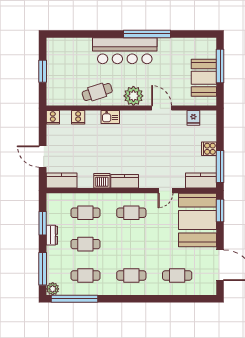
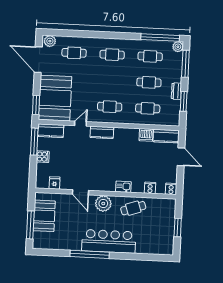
dishwasher: (102, 181) -> (146, 135), moved
kitchen counter: (125, 181) -> (102, 132), moved
plant: (207, 288) -> (50, 41), added

